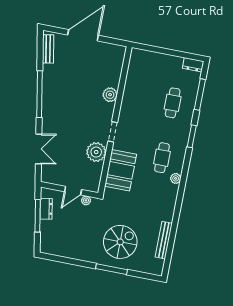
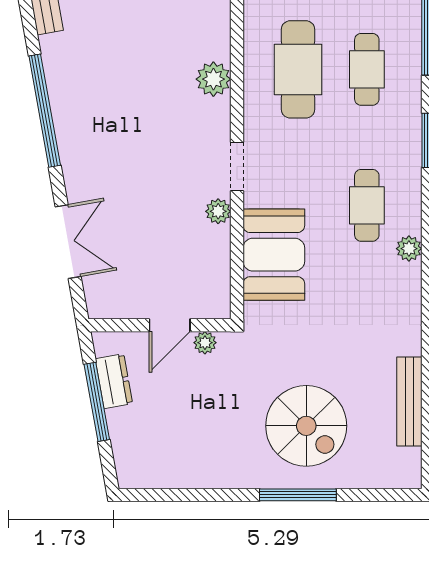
cafe table: (145, 97) -> (298, 69), added
plant: (96, 152) -> (218, 211), width x0.53, depth x0.53
spiral stairs: (120, 242) -> (306, 426), turned 90

